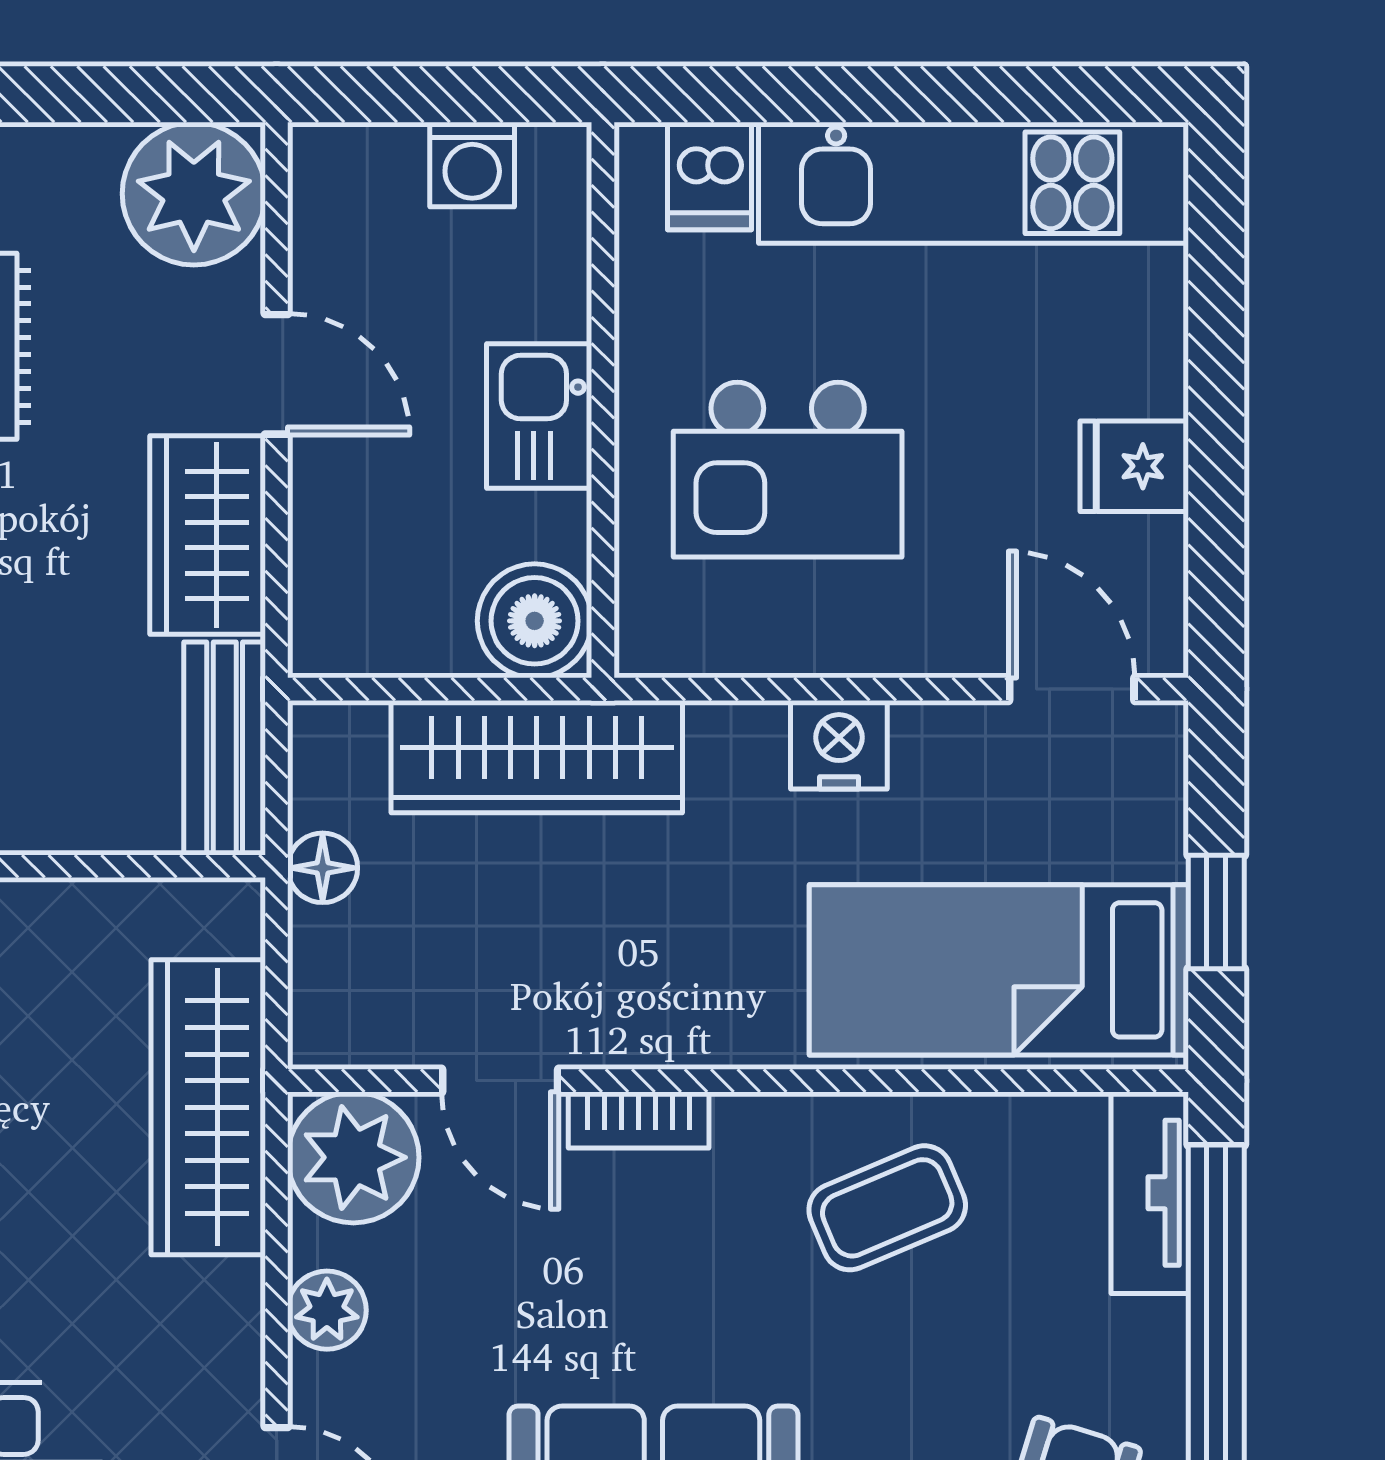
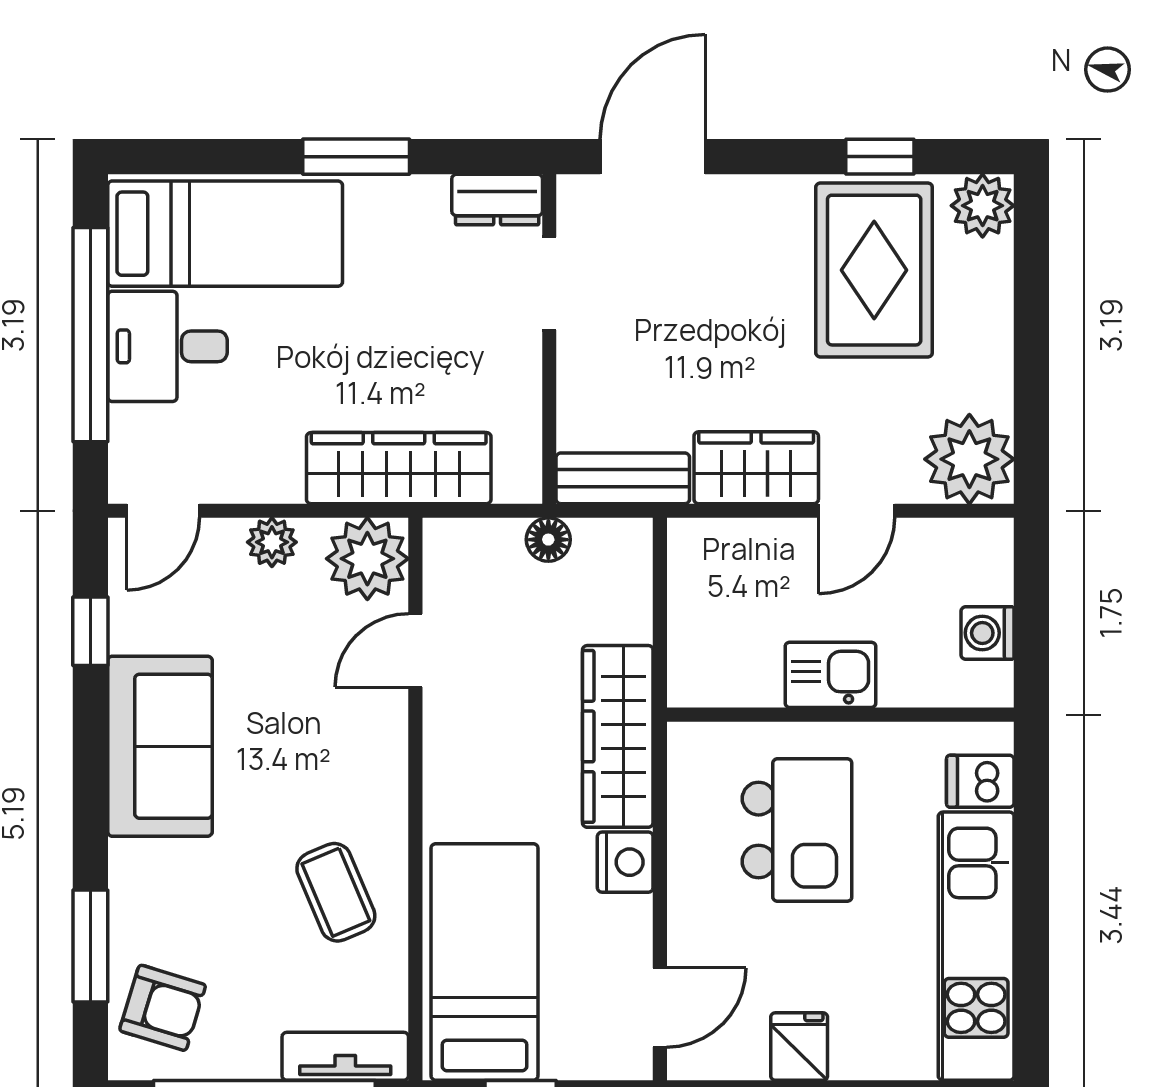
kitchen island: (788, 470) -> (797, 830), turned 180
boiler: (535, 621) -> (703, 672), removed
wardrobe: (537, 757) -> (618, 736), moved
bookcase: (639, 1120) -> (391, 737), removed

